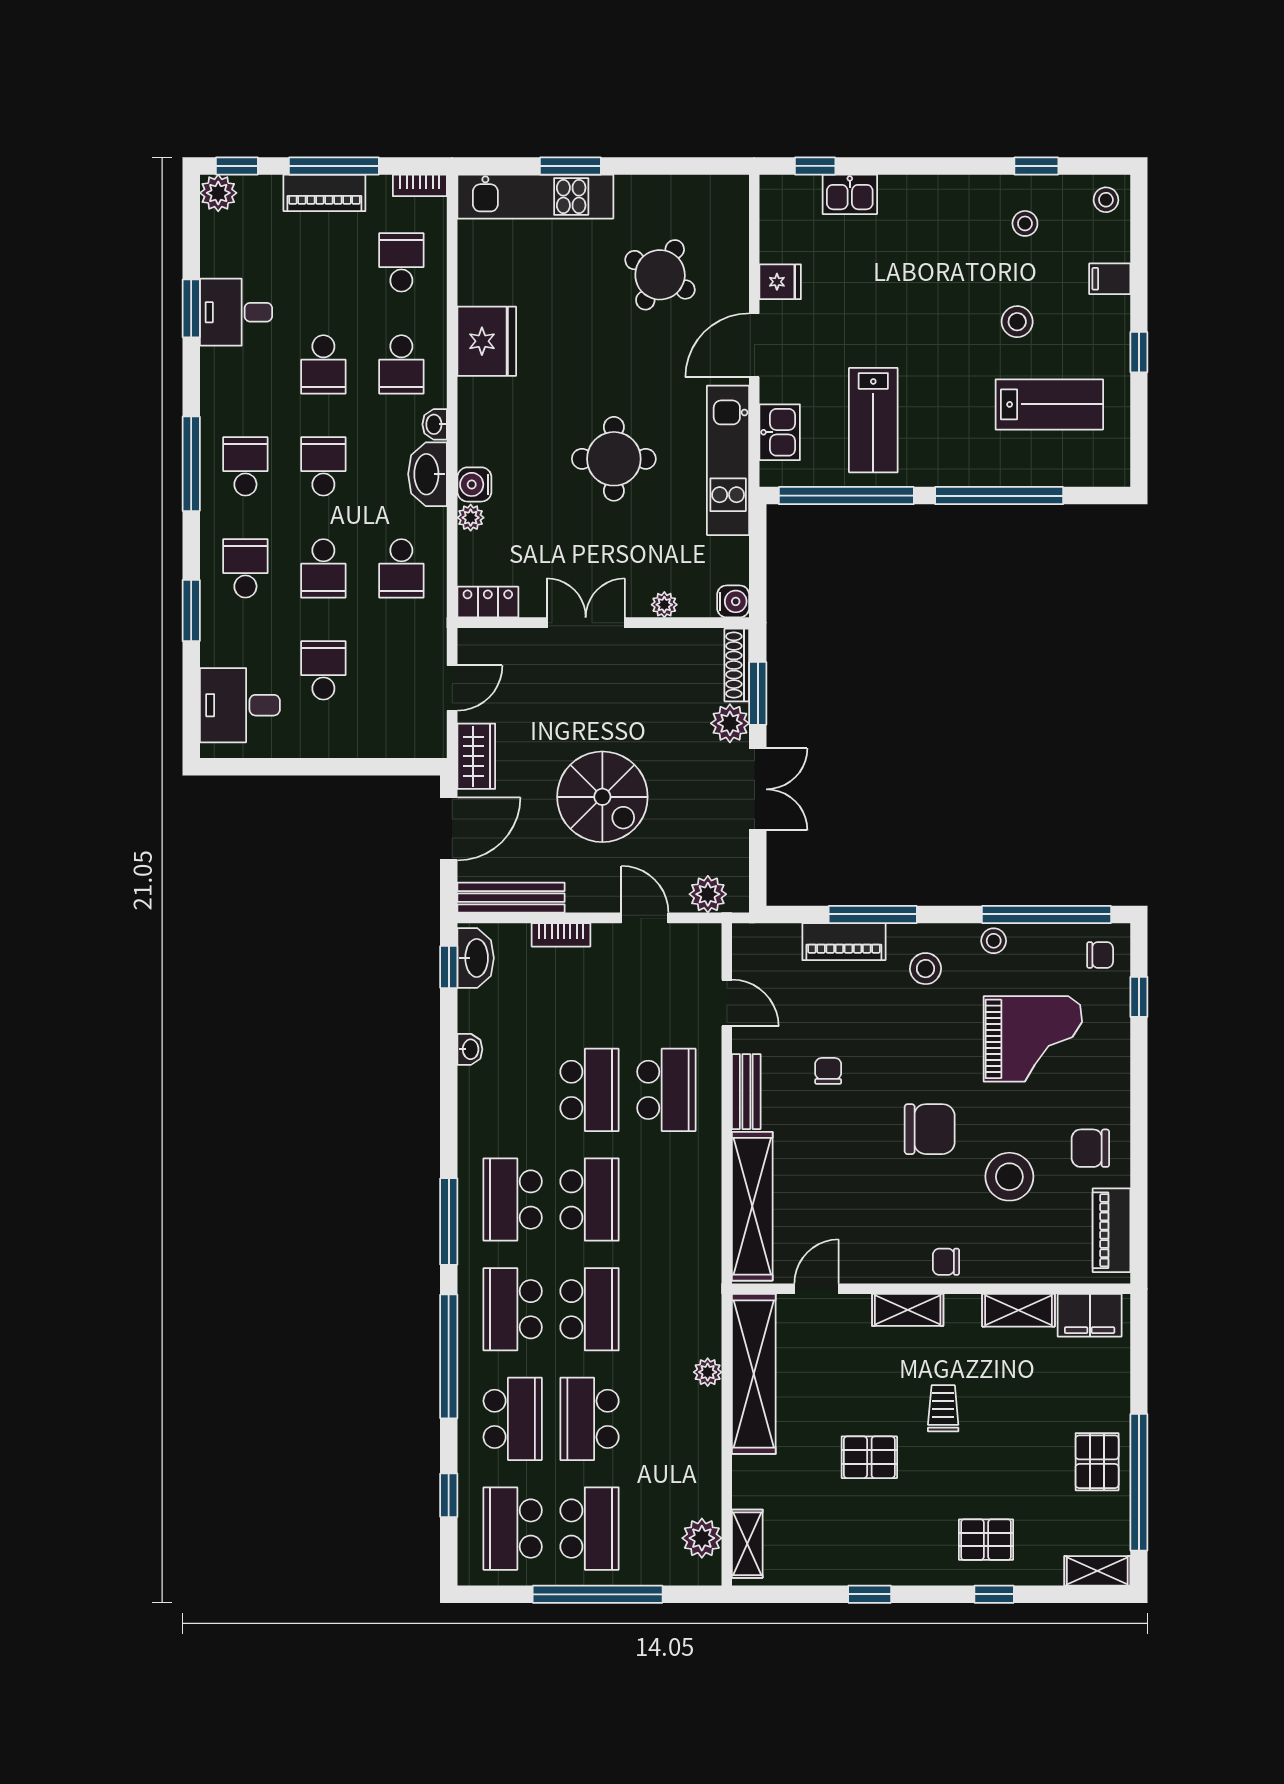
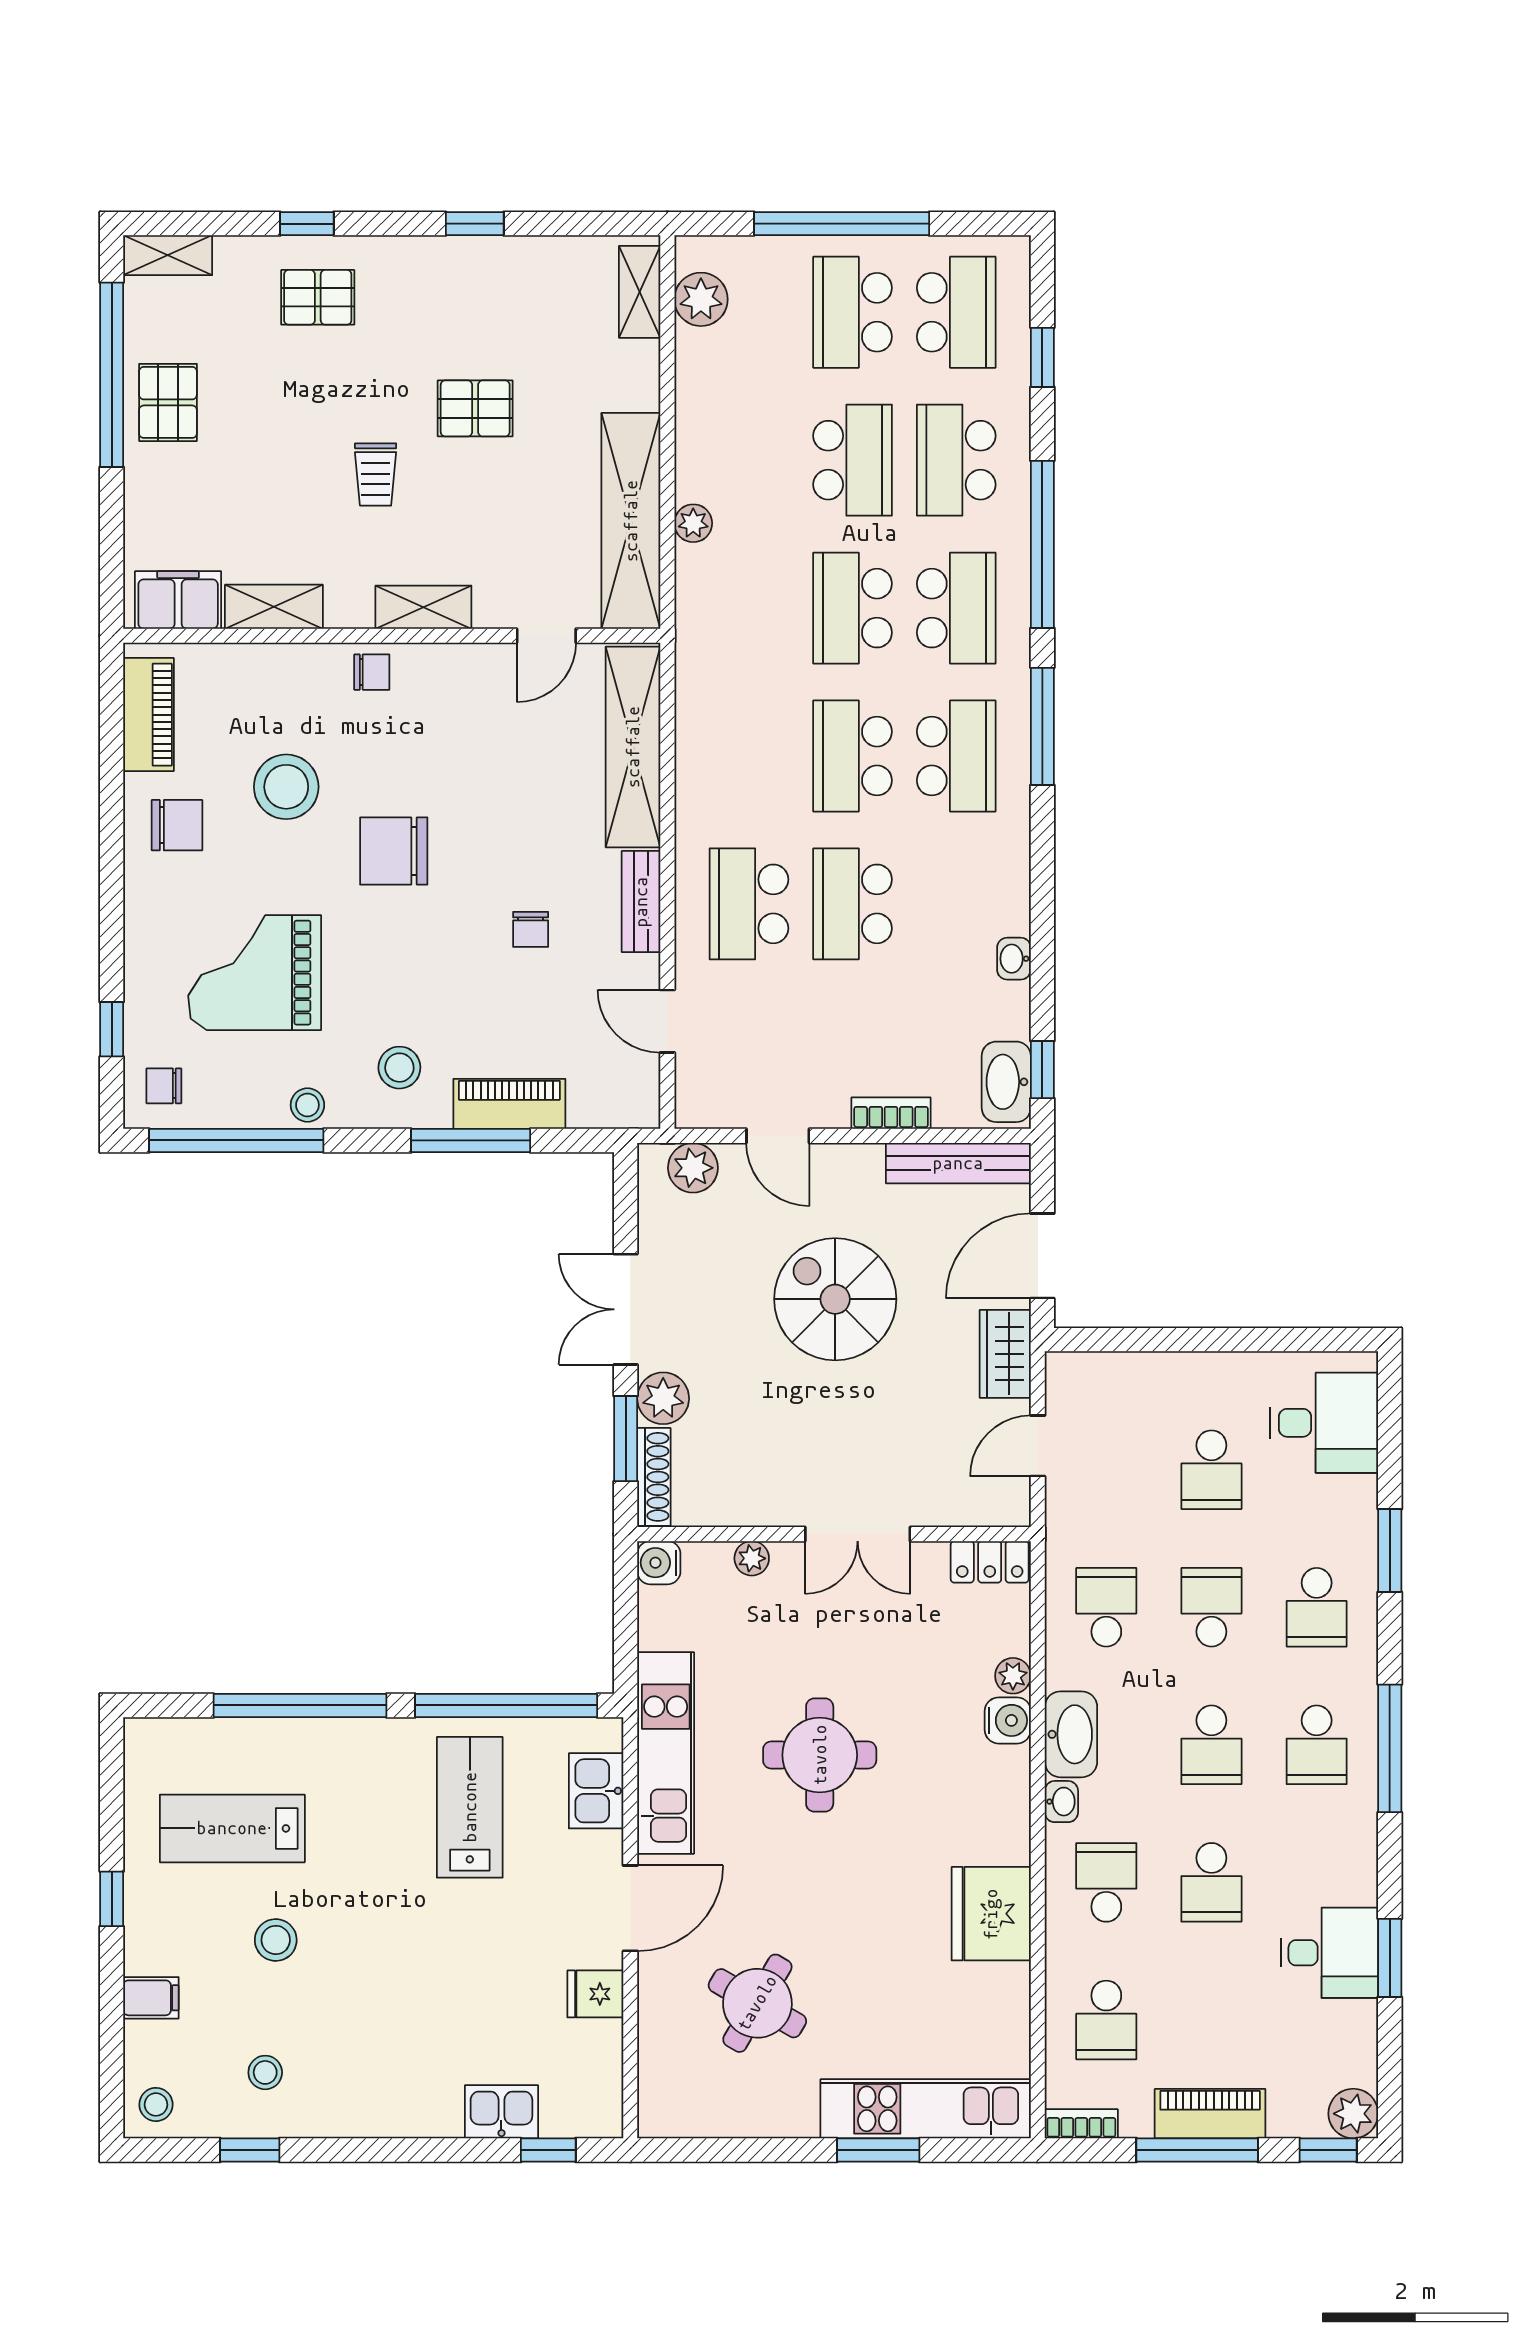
school desk: (323, 364) -> (1211, 1882), turned 180

